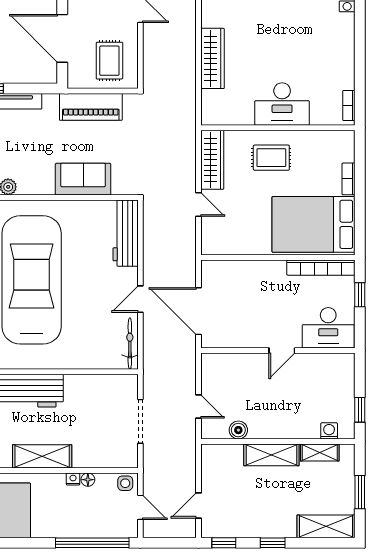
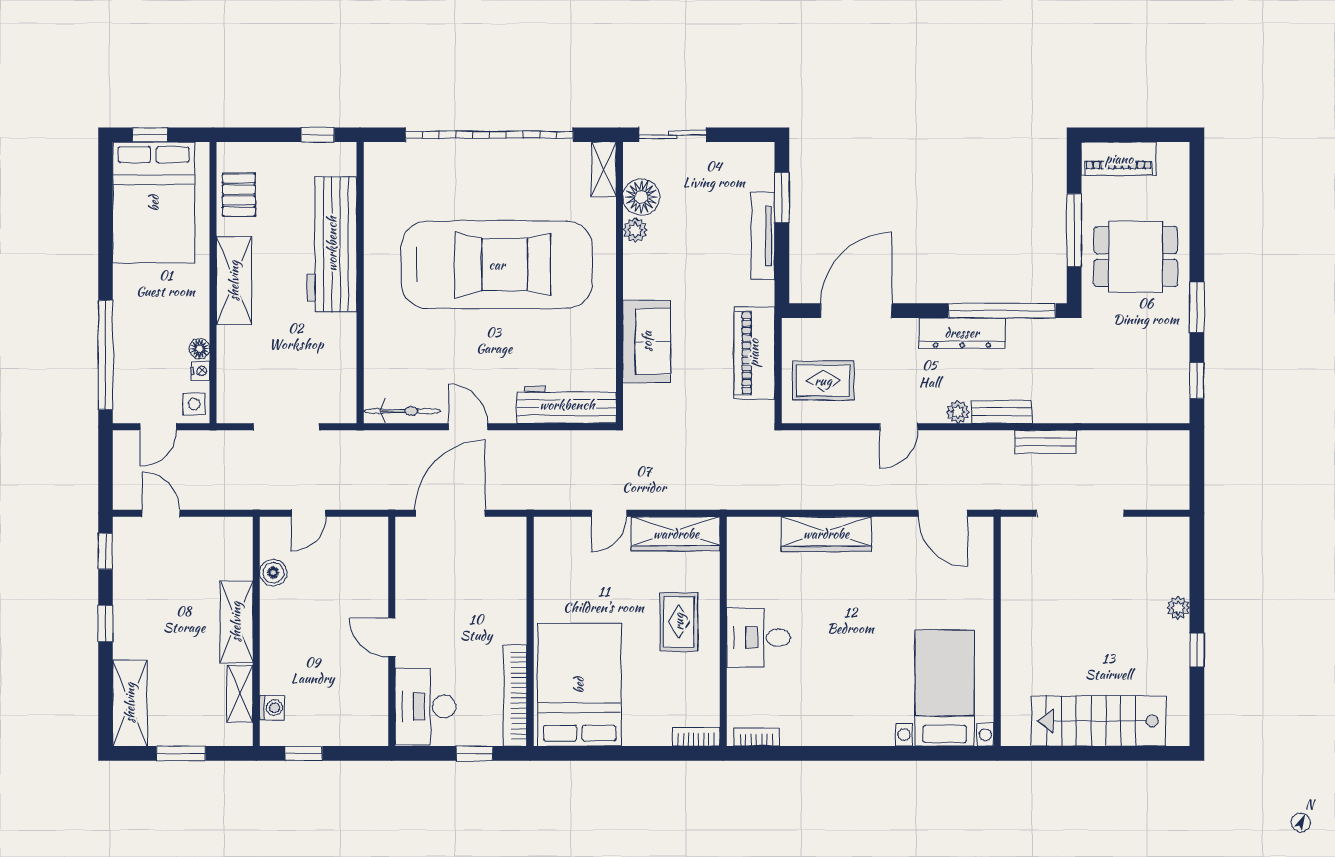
desk: (282, 104) -> (759, 638), width x0.73
bookcase: (349, 179) -> (696, 737), moved
nightstand: (73, 479) -> (200, 371), moved

